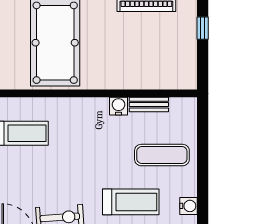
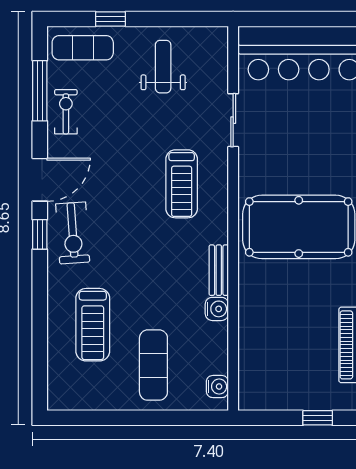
bench: (149, 105) -> (219, 270), moved
water cooler: (188, 206) -> (217, 387), moved, turned -90

